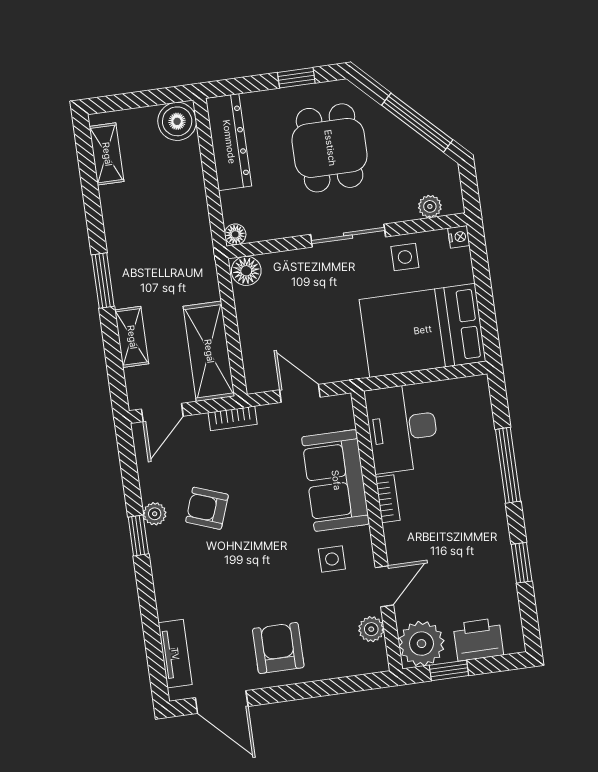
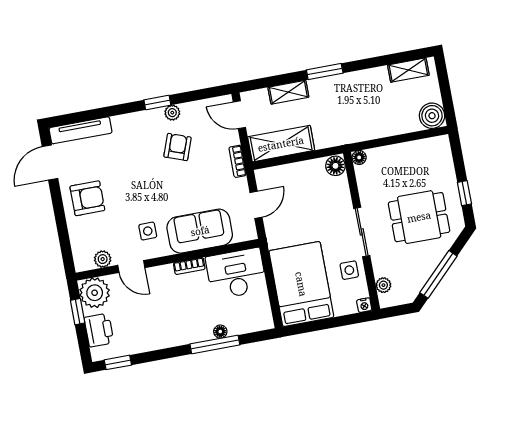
dresser: (229, 142) -> (420, 150), removed
floor lamp: (489, 456) -> (220, 332), added
window: (522, 563) -> (118, 362), moved
tv unit: (175, 654) -> (81, 130), width x1.41

